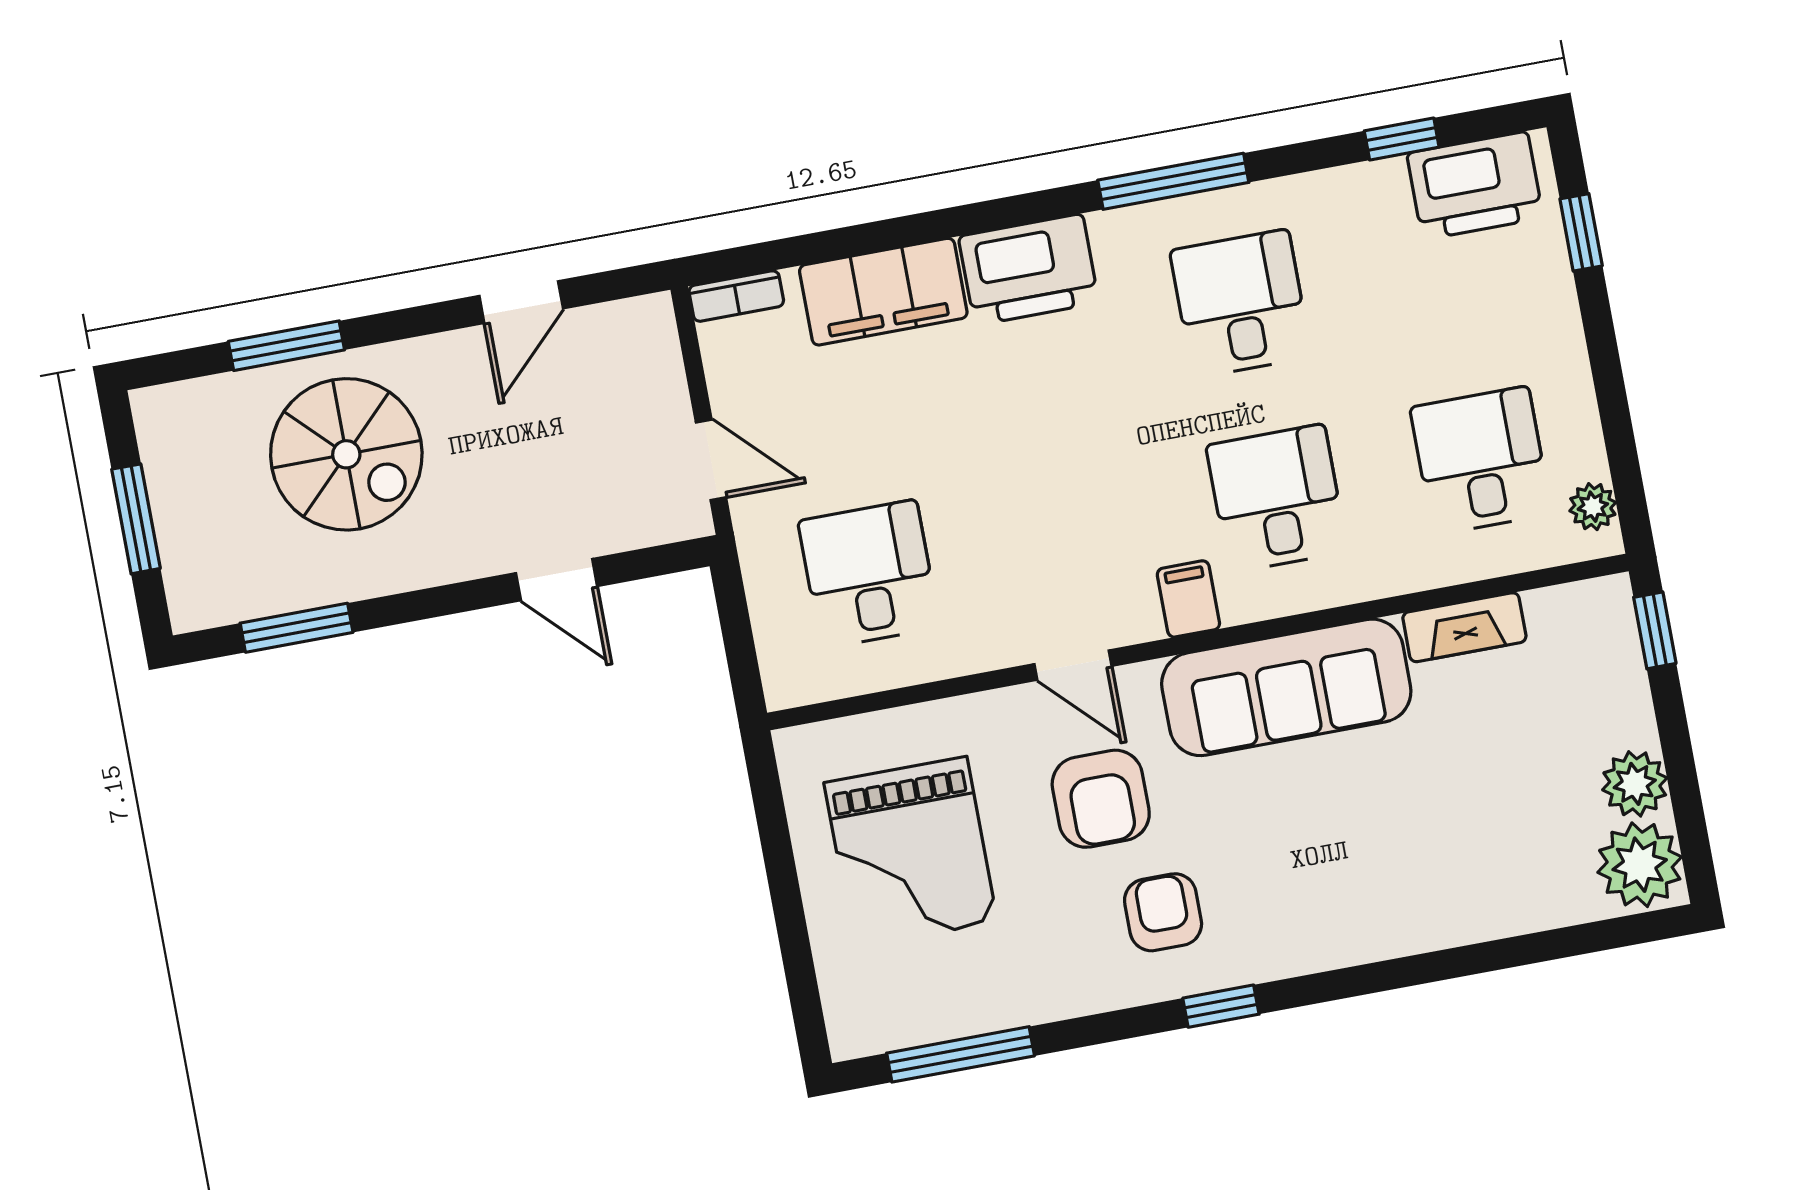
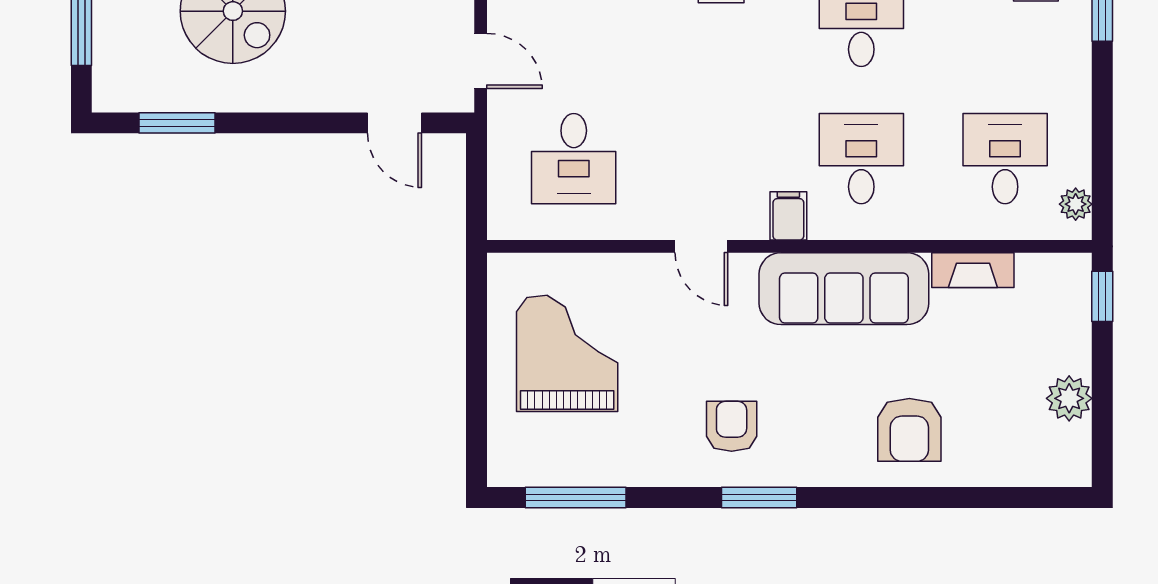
desk: (869, 574) -> (574, 159), turned 180
door: (557, 580) -> (394, 123), moved
armchair: (1101, 799) -> (909, 430), moved
grand piano: (911, 852) -> (567, 353), turned 180
plant: (1640, 865) -> (1062, 454), removed
window: (1221, 1006) -> (759, 498), width x1.50

